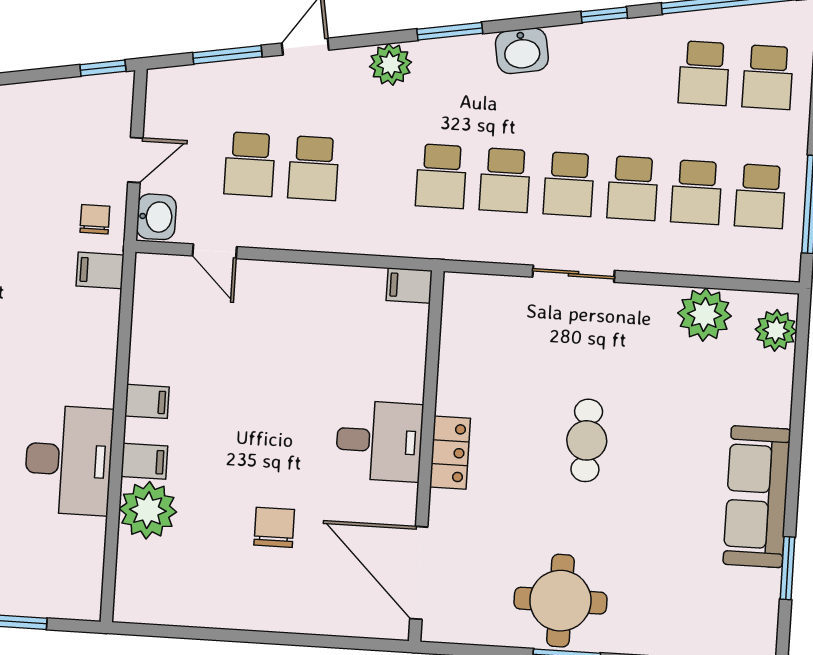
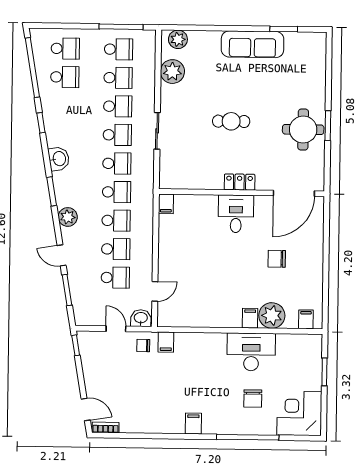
school desk: (377, 172) -> (116, 221), added
filing cabinet: (147, 401) -> (306, 319), moved

